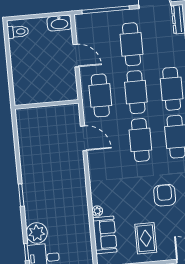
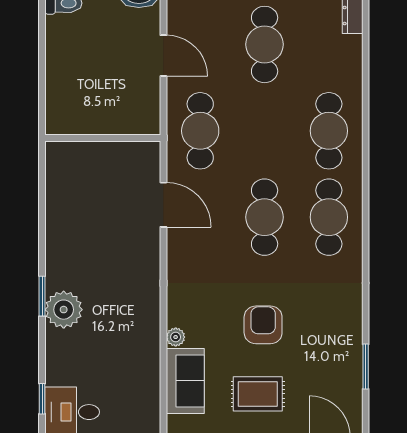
cafe table: (136, 92) -> (265, 131), removed
armchair: (165, 195) -> (263, 325), moved
plant: (37, 233) -> (64, 310), moved
rug: (146, 238) -> (258, 394), turned 90

